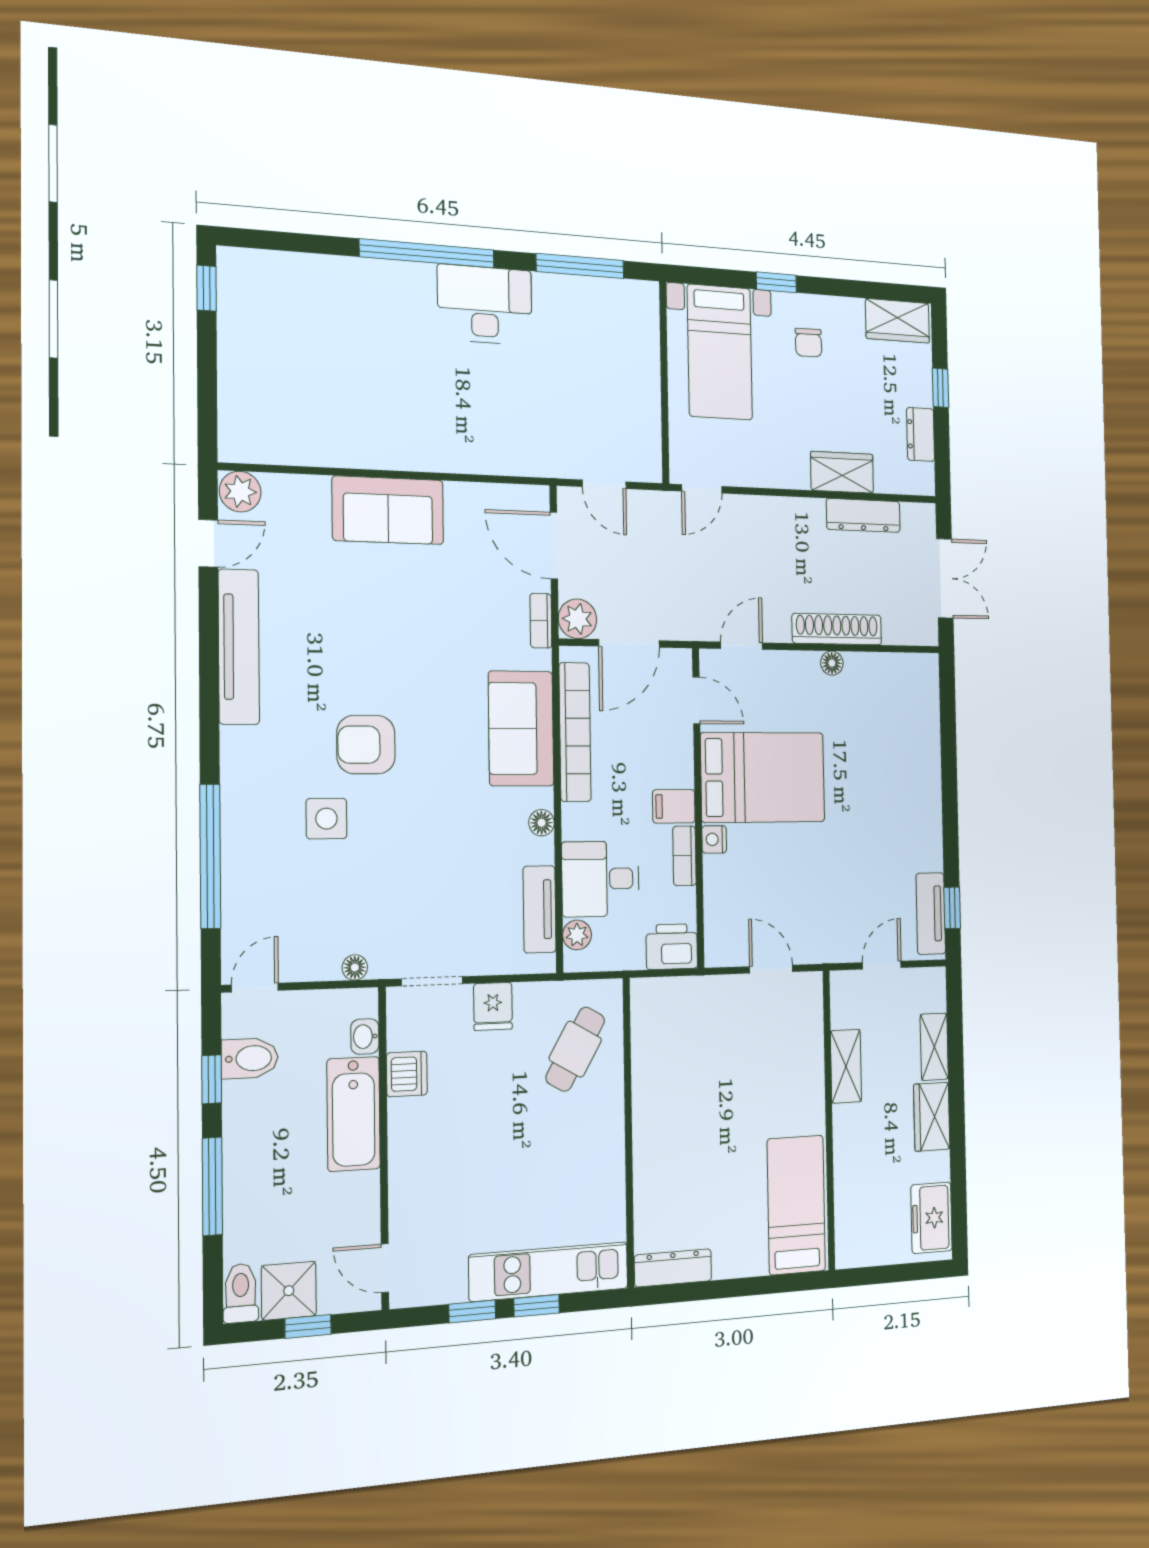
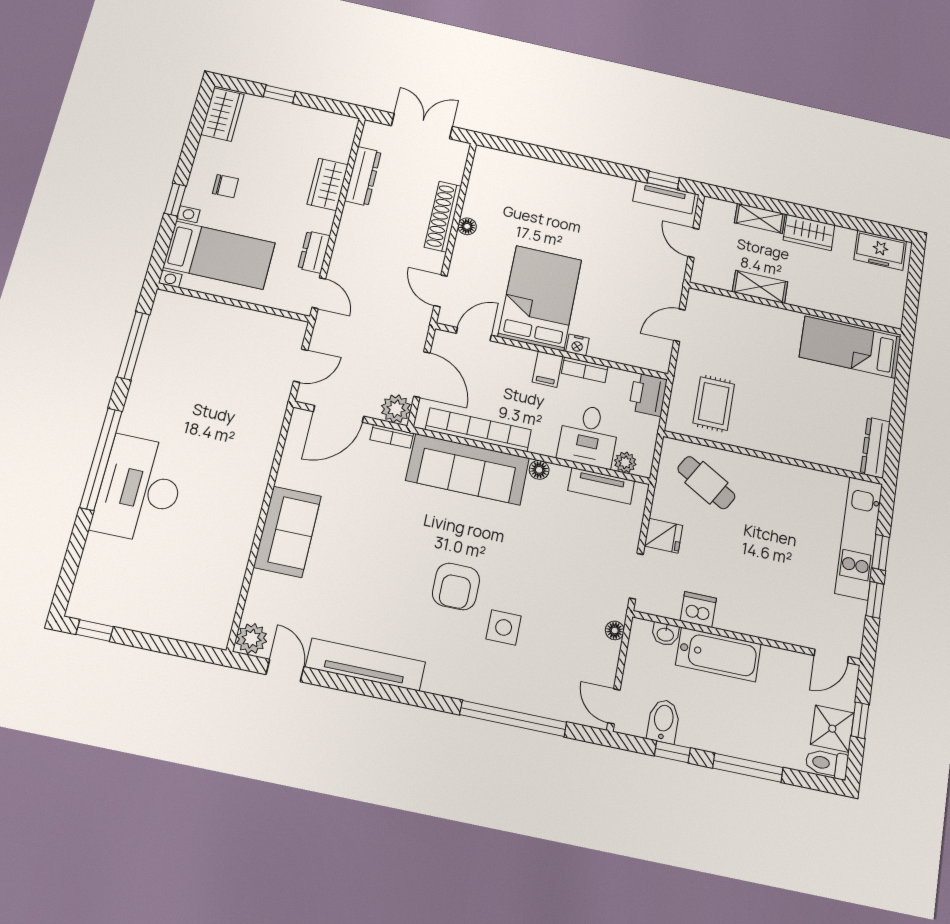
desk: (485, 305) -> (140, 489), moved, width x1.36, depth x1.30
dresser: (921, 434) -> (314, 252), moved, turned 90
sofa: (521, 728) -> (468, 469), width x1.36
rug: (680, 1037) -> (714, 403), added

